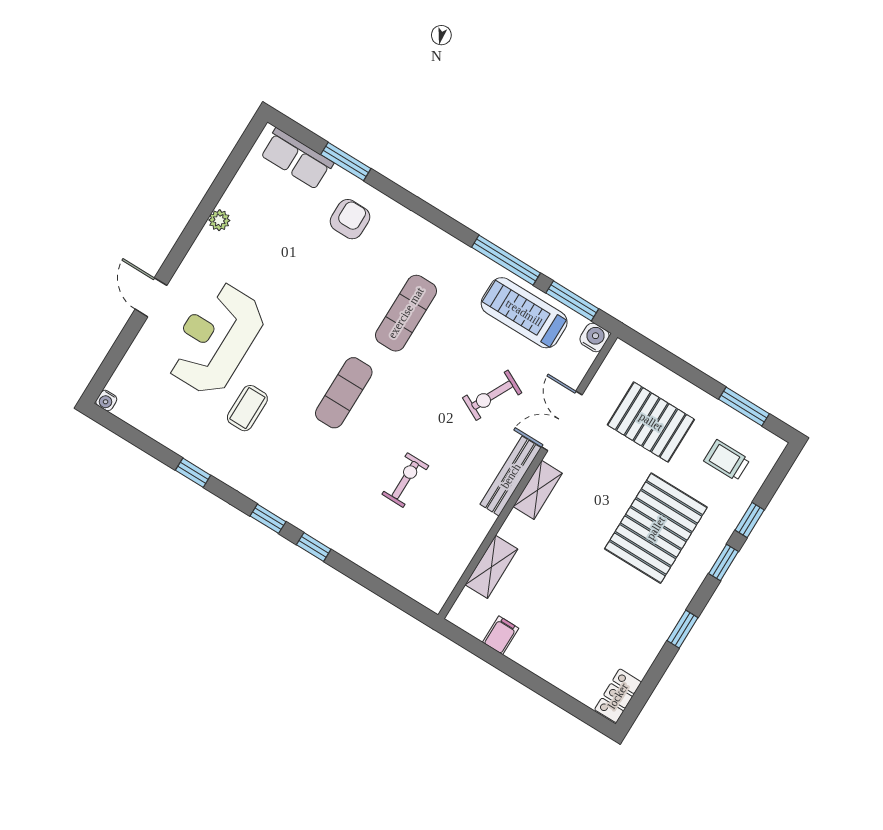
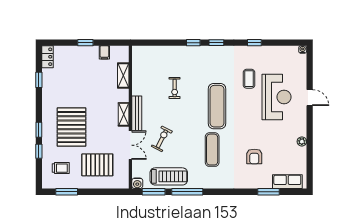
armchair: (350, 219) -> (254, 156), moved
exercise mat: (344, 393) -> (217, 106), width x1.36, depth x1.45
window: (683, 629) -> (39, 80), moved
window: (526, 678) -> (85, 43), added

